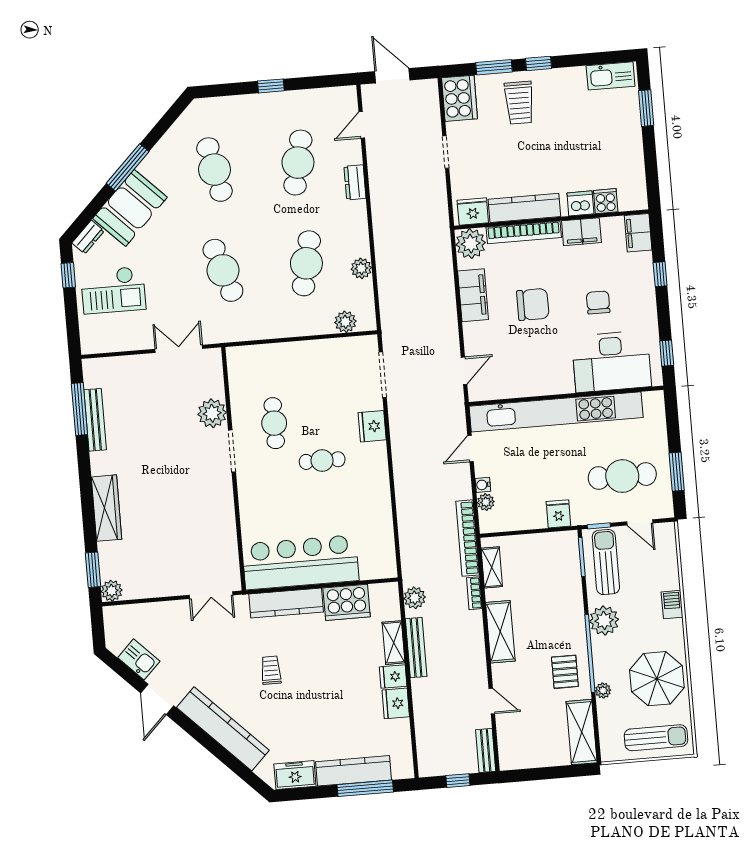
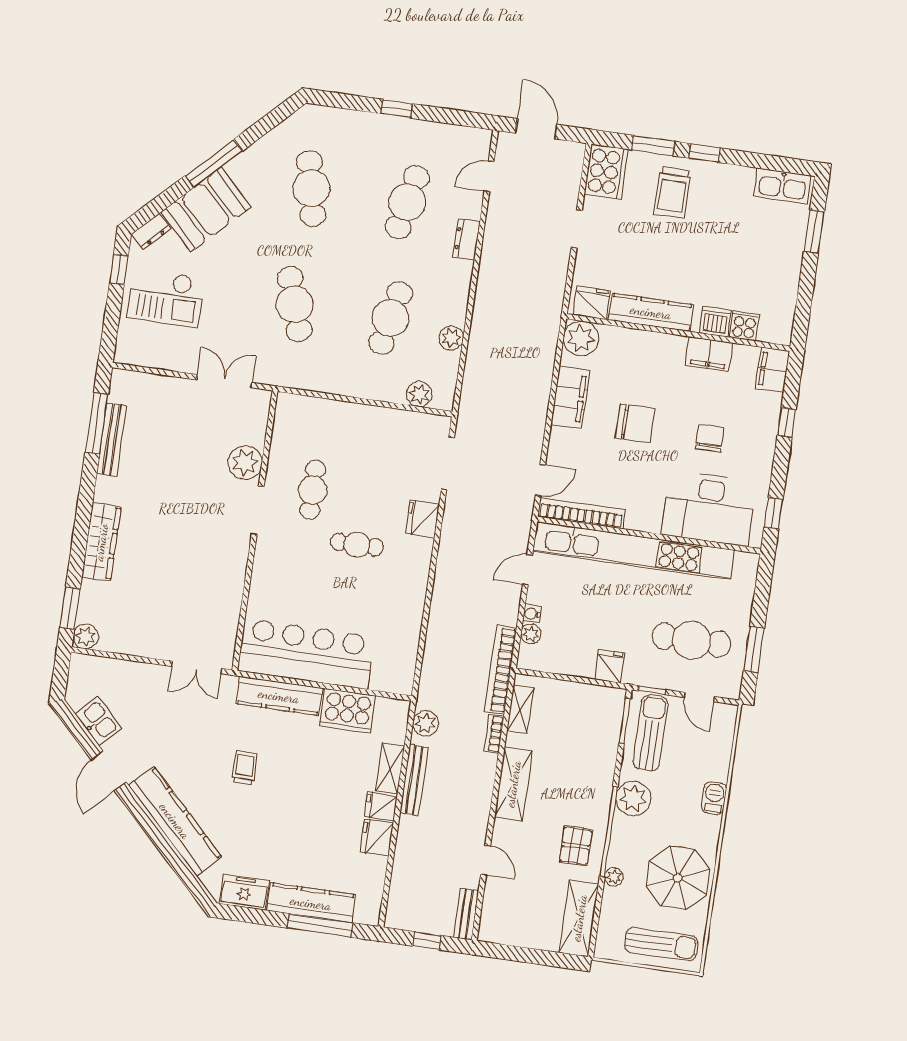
bookcase: (524, 232) -> (581, 513), moved, turned 180

